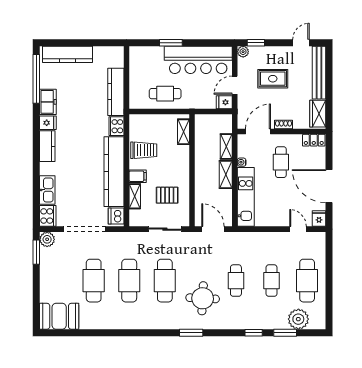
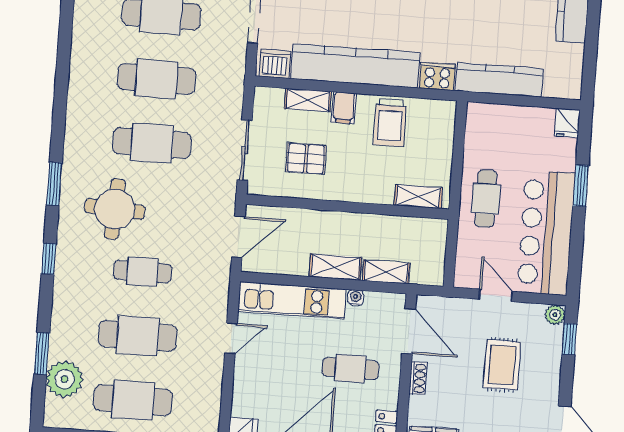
cafe table: (165, 94) -> (486, 199), moved
fridge: (224, 102) -> (567, 123), moved, turned 180
pallet: (167, 195) -> (306, 159), turned 90
door: (298, 229) -> (231, 338), moved
cafe table: (272, 281) -> (138, 336), width x1.37, depth x1.35
window: (254, 333) -> (49, 259), moved

